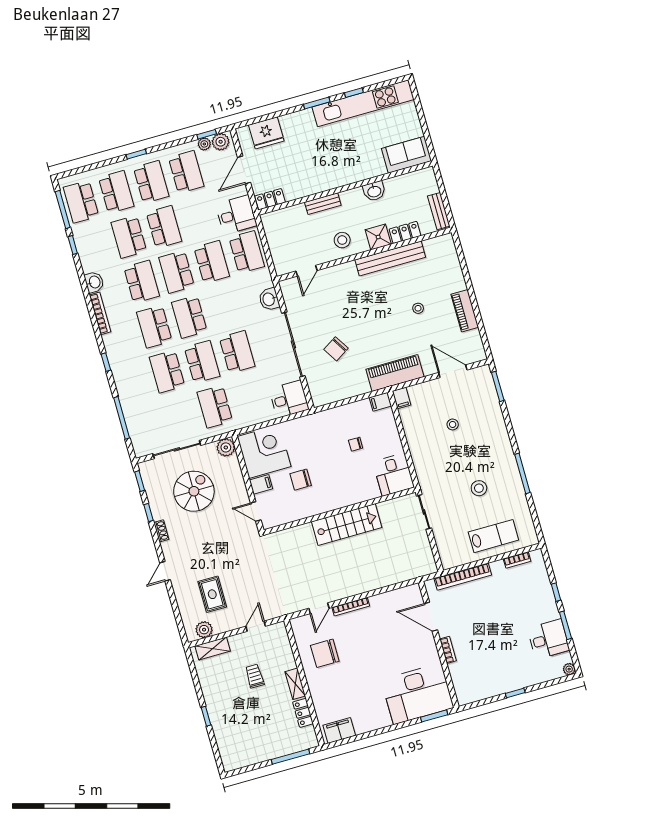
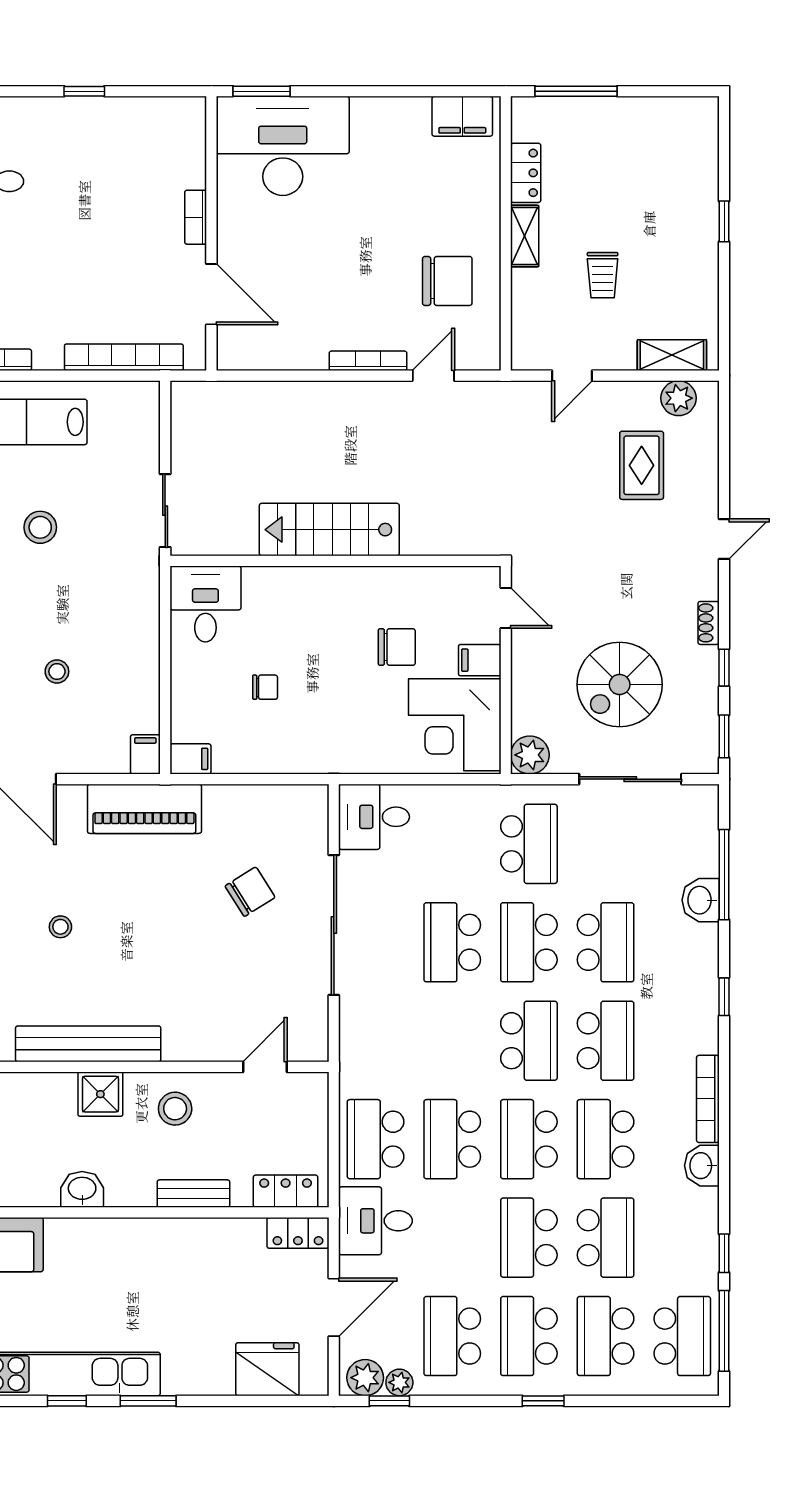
locker: (405, 232) -> (286, 1191), moved, turned 180
school desk: (177, 272) -> (529, 1139), turned 180
washbasin: (269, 299) -> (701, 900), moved, turned 180

